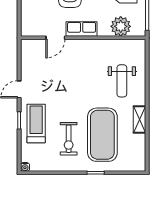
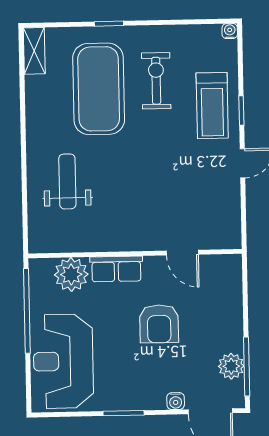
row of seats: (82, 29) -> (116, 269), moved
door: (55, 38) -> (182, 253), swing flipped
shelving: (140, 120) -> (34, 51), moved

